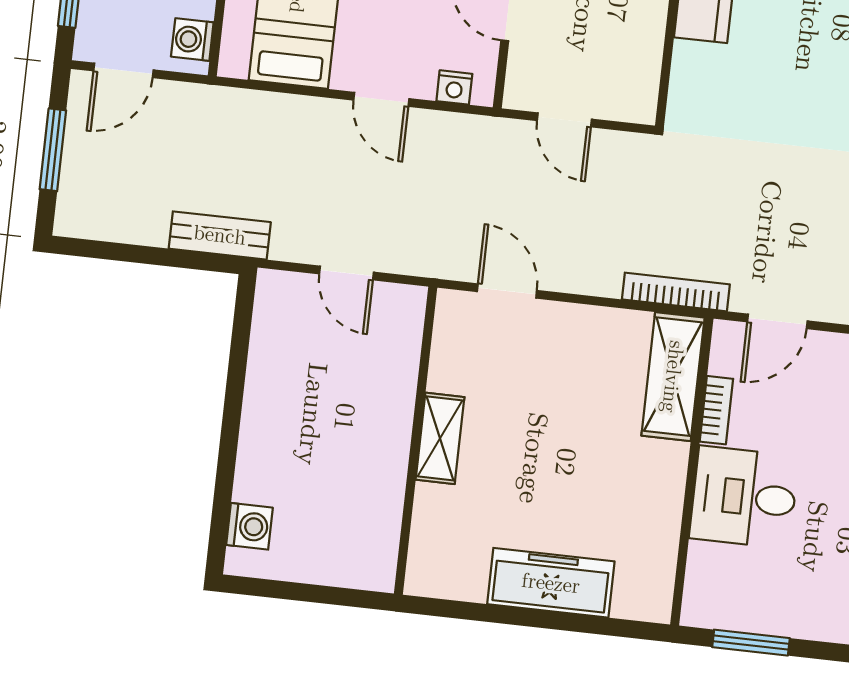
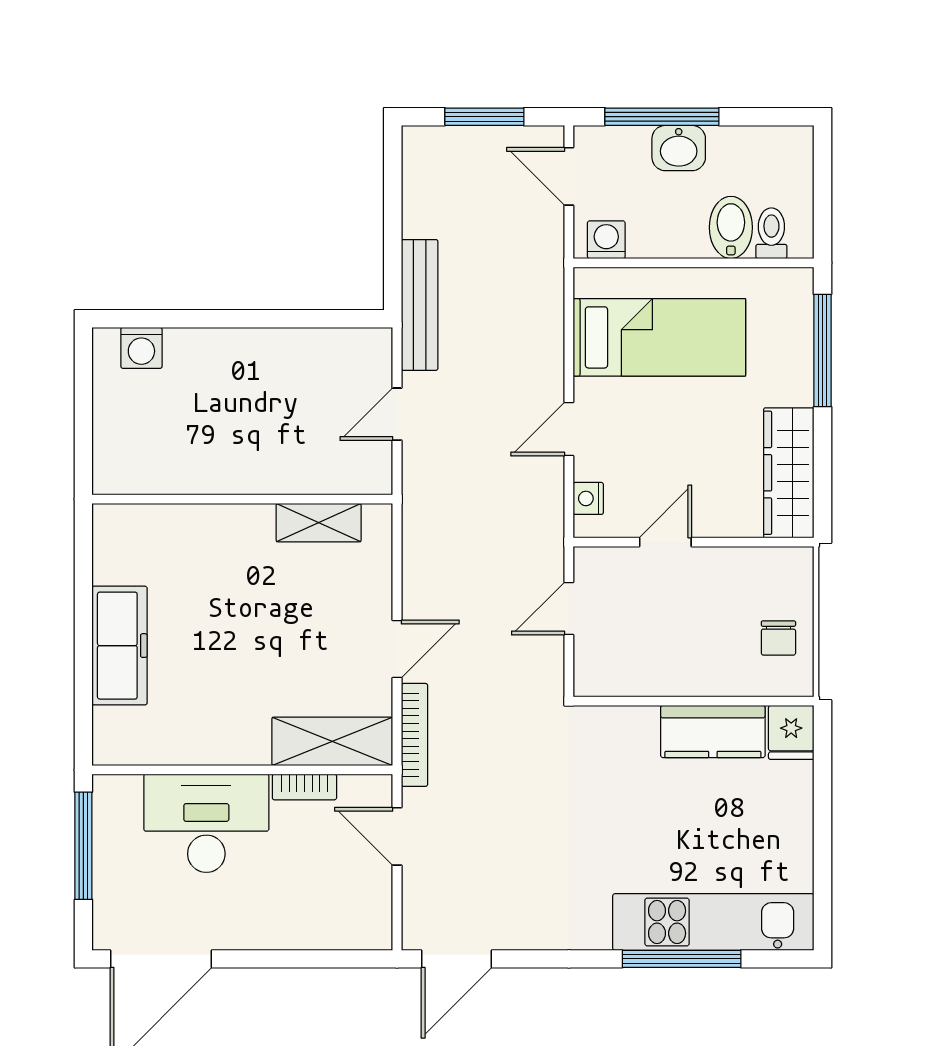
bench: (220, 235) -> (420, 305), width x1.36
door: (507, 291) -> (397, 649), moved
shelving: (440, 438) -> (319, 523), moved
desk: (744, 497) -> (206, 823), width x1.37
window: (751, 643) -> (83, 846), width x1.44

